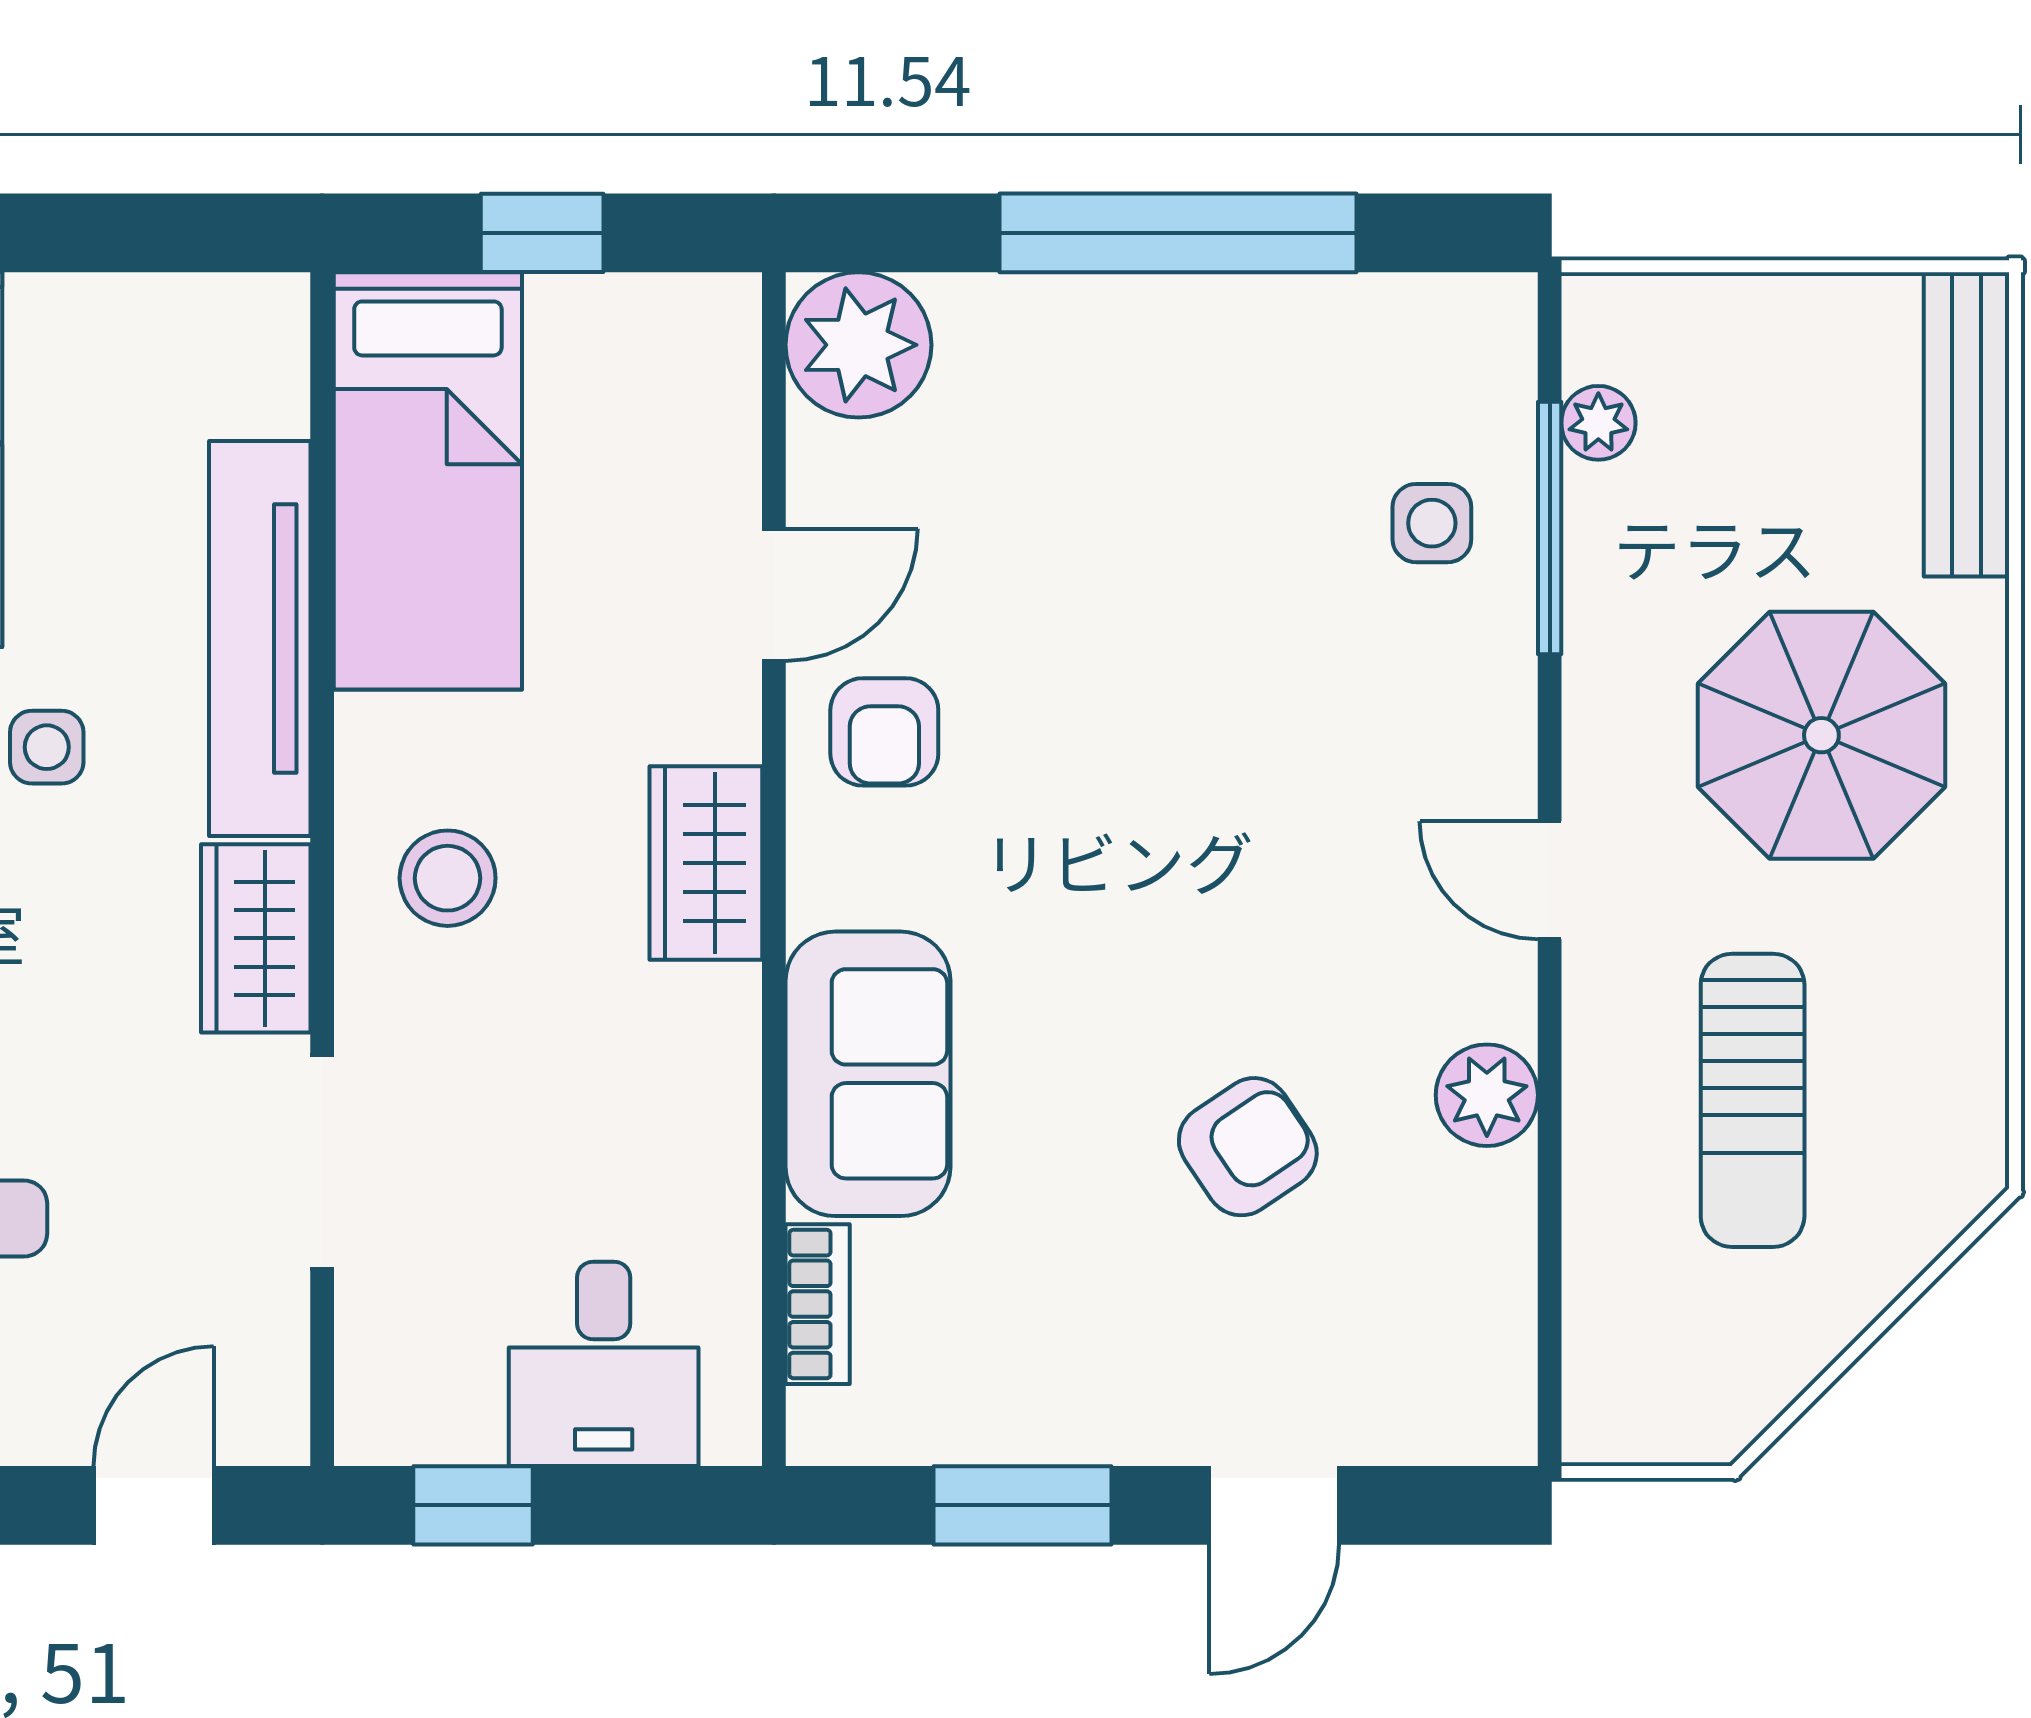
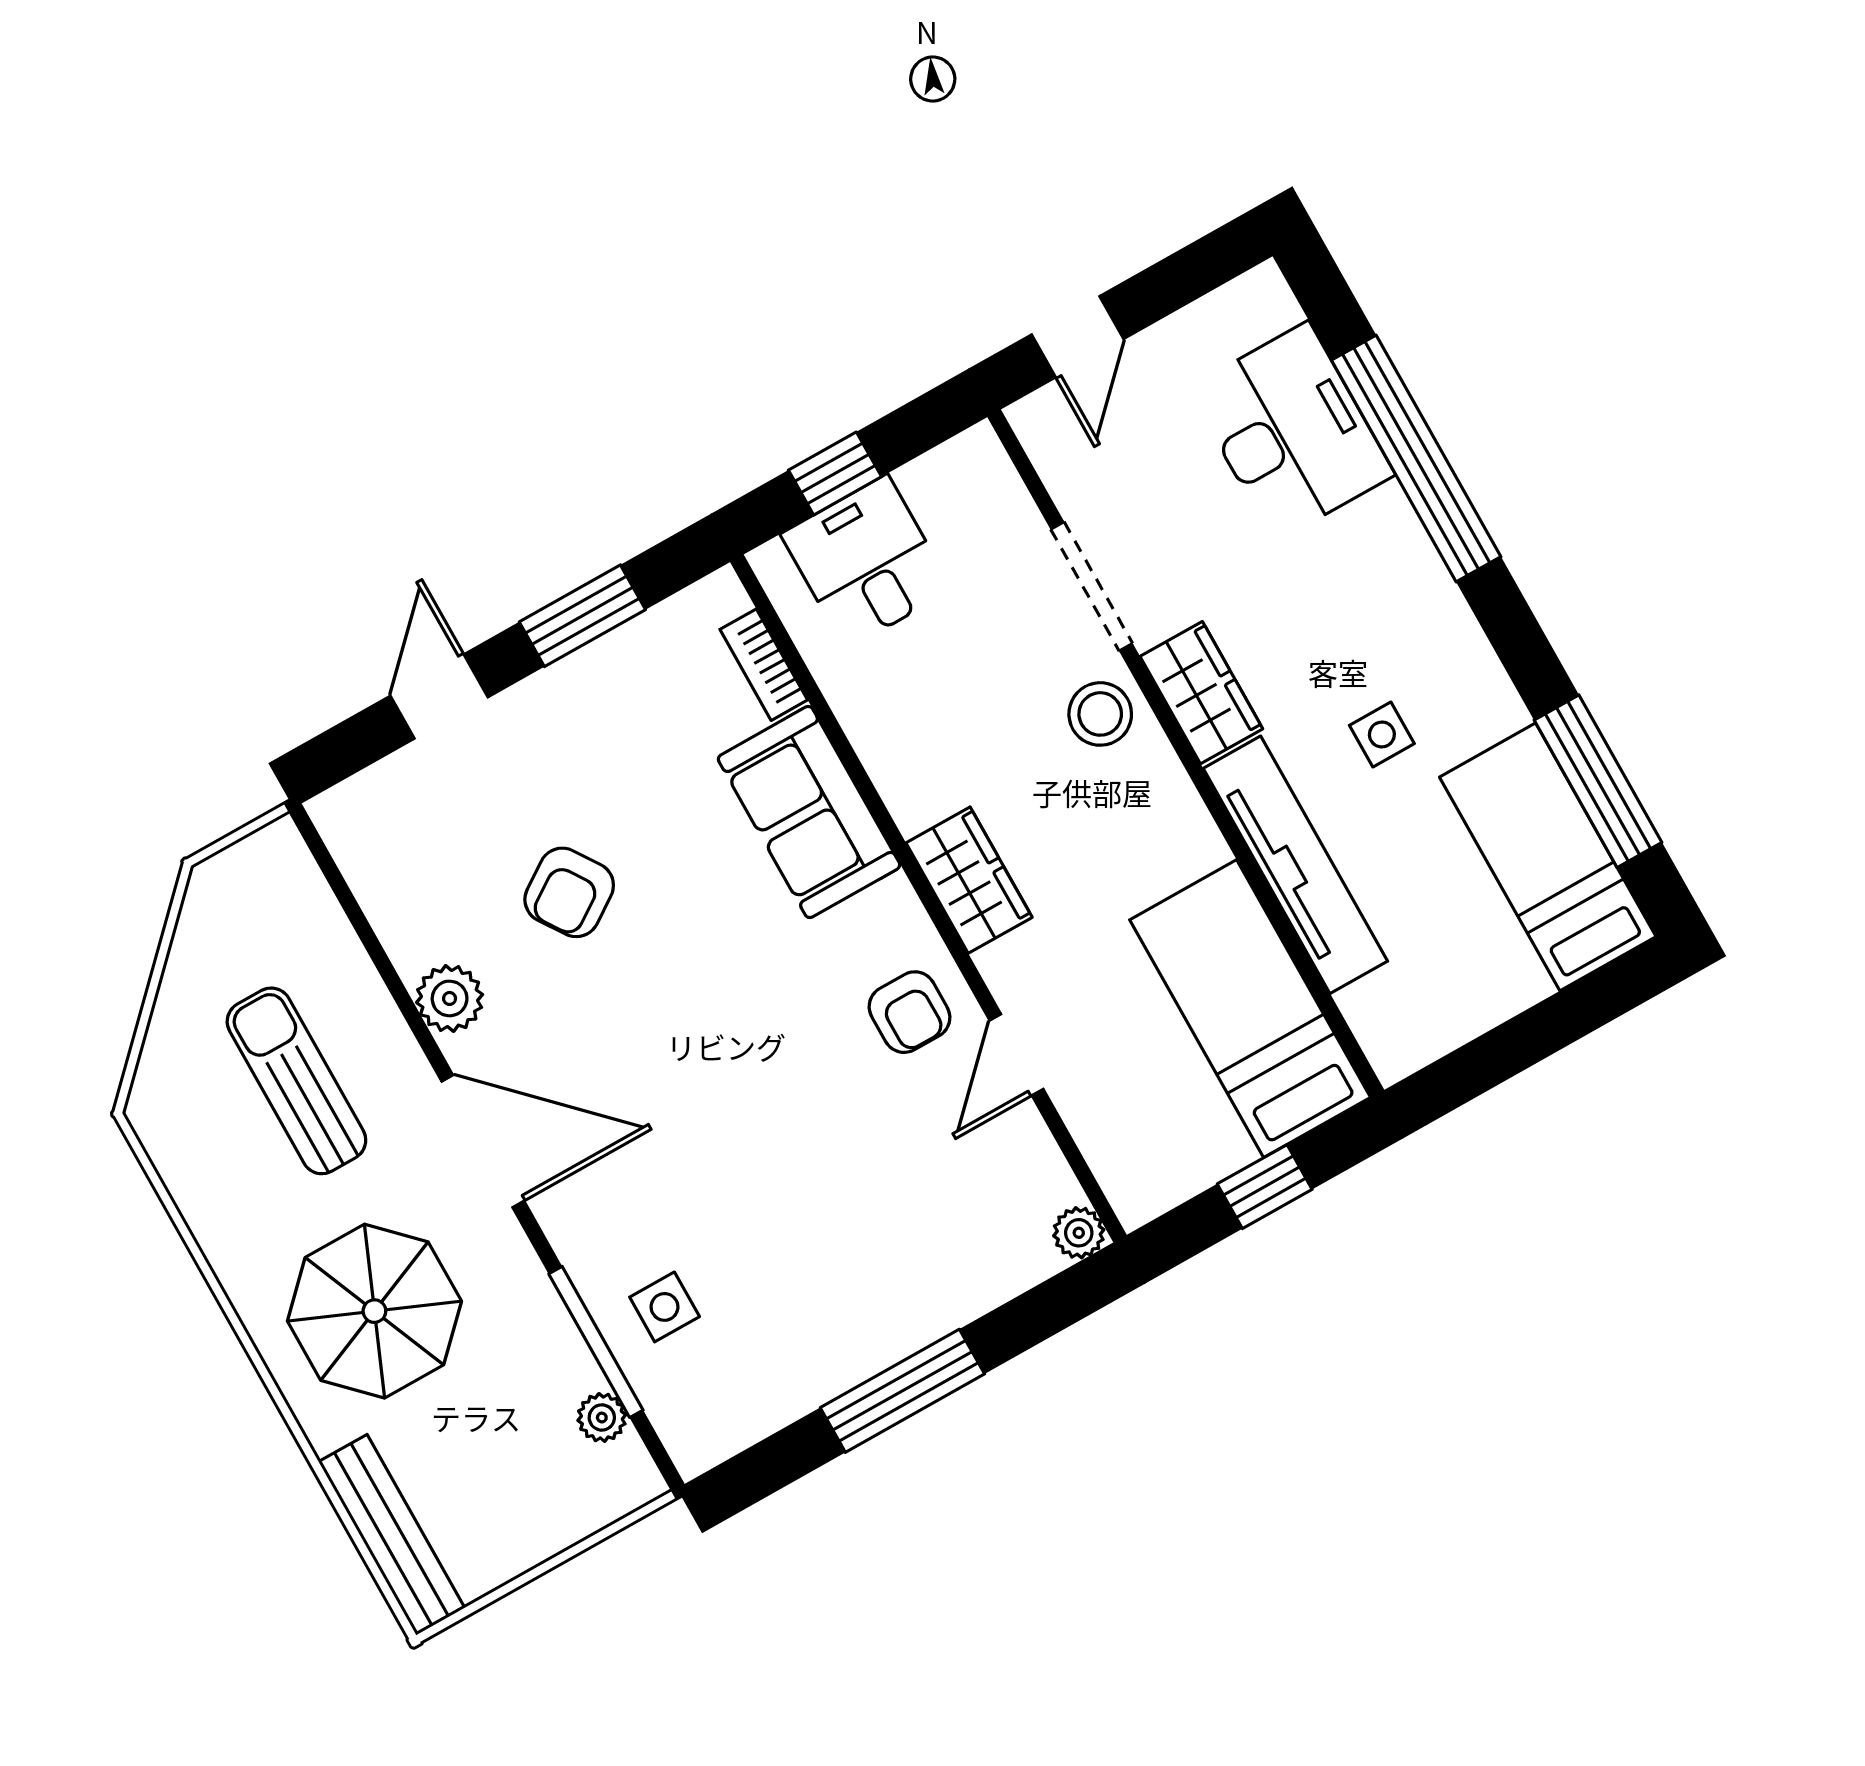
window: (1178, 233) -> (902, 1391), width x0.68
plant: (858, 345) -> (1079, 1233), width x0.53, depth x0.53
armchair: (884, 732) -> (909, 1012), turned 180
stool: (448, 878) -> (1100, 714), moved
door: (1550, 880) -> (483, 1141), width x1.87
window: (473, 1505) -> (835, 473), moved

